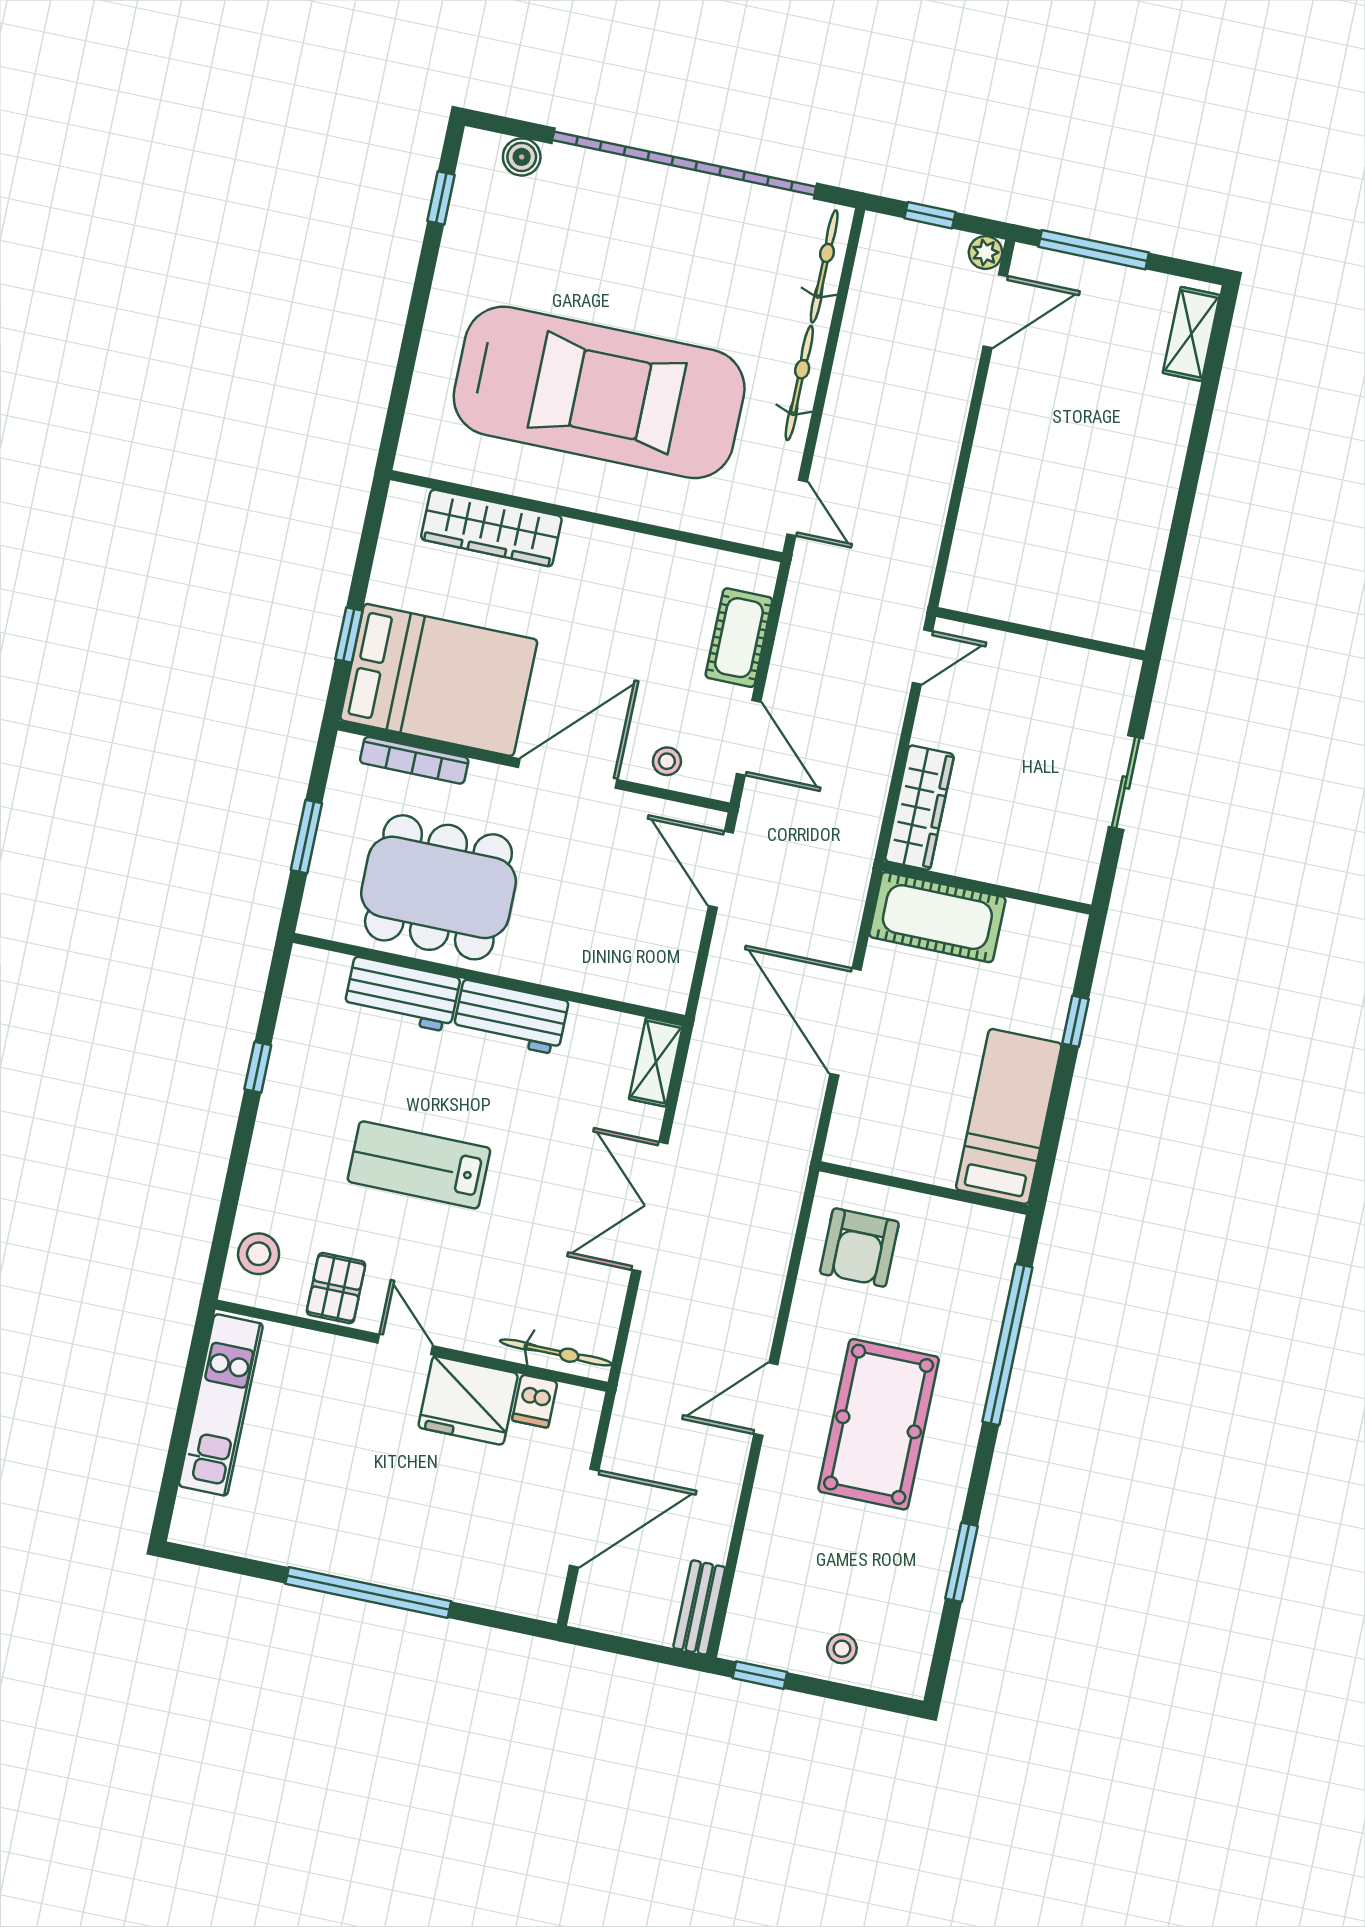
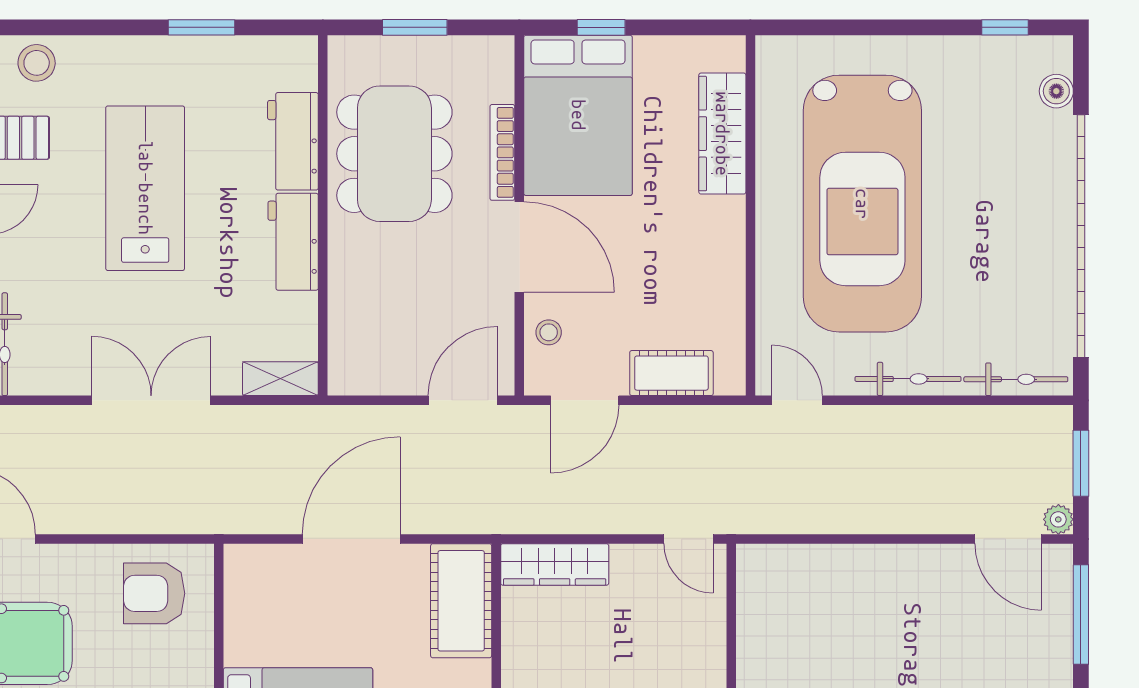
window: (930, 215) -> (1081, 463), width x1.50
door: (797, 508) -> (797, 400), swing flipped
bookcase: (414, 760) -> (502, 152), moved
window: (258, 1067) -> (202, 27), width x1.50
lab bench: (419, 1165) -> (145, 188), width x1.36, depth x1.39

